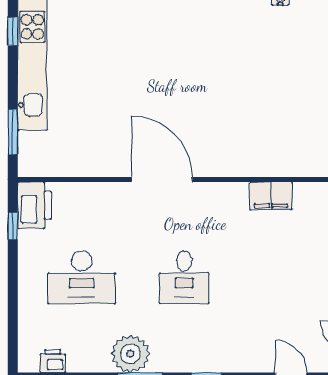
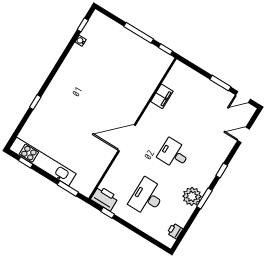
desk: (82, 277) -> (147, 197), turned 180
desk: (184, 277) -> (174, 154), turned 180

